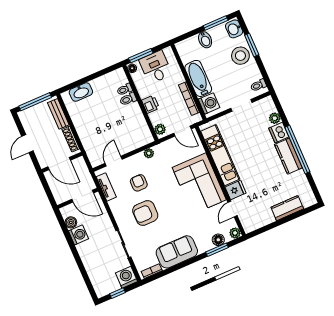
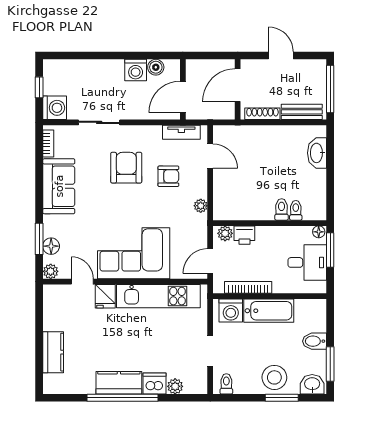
printer: (150, 104) -> (244, 235), moved

